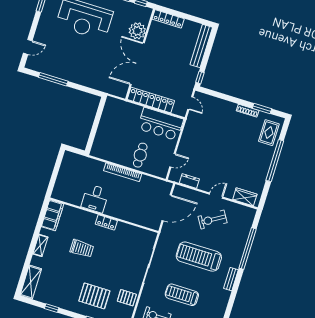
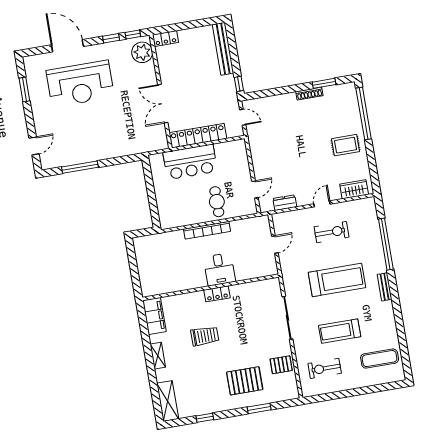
locker: (168, 19) -> (165, 39), width x0.66
plant: (137, 31) -> (142, 52), moved
double door: (137, 64) -> (163, 104), width x0.73
bar counter: (161, 124) -> (190, 162), moved
rug: (269, 133) -> (346, 145), moved, turned 90
window: (275, 161) -> (364, 113), moved
desk: (95, 198) -> (219, 269), moved
door: (167, 208) -> (275, 245), width x0.53
exercise bike: (213, 220) -> (331, 232), turned -149
treadmill: (199, 257) -> (337, 280), turned 180

